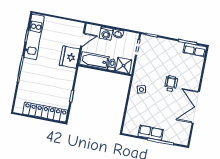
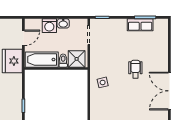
row of seats: (195, 50) -> (140, 25), moved

